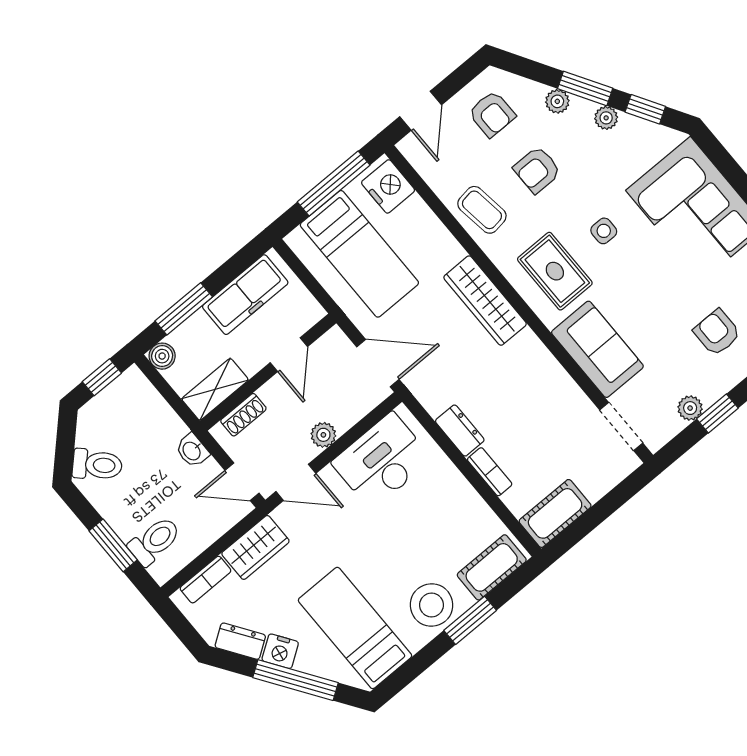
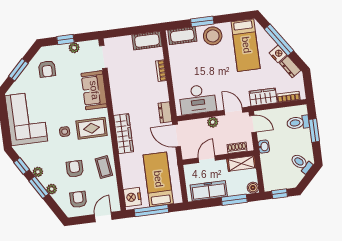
armchair: (537, 170) -> (75, 169), turned -90
rug: (555, 271) -> (92, 128), turned 90
dresser: (460, 431) -> (165, 112), moved

